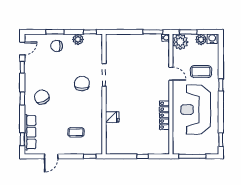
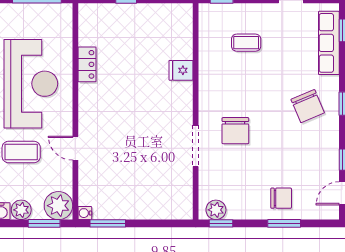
plant: (78, 39) -> (216, 210), moved
locker: (164, 115) -> (87, 64), width x0.66

